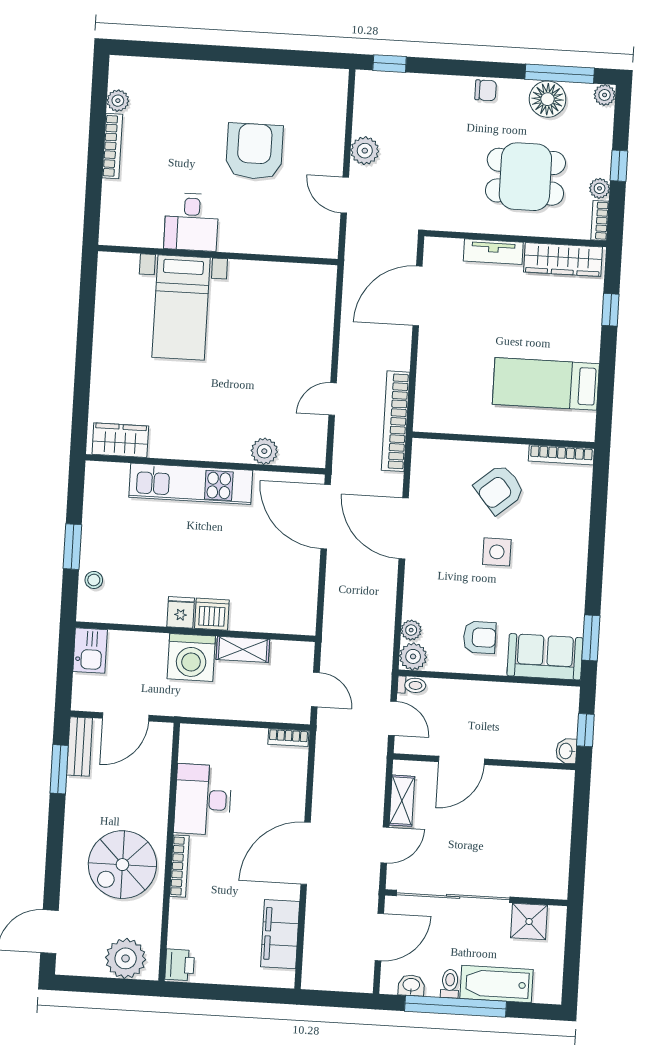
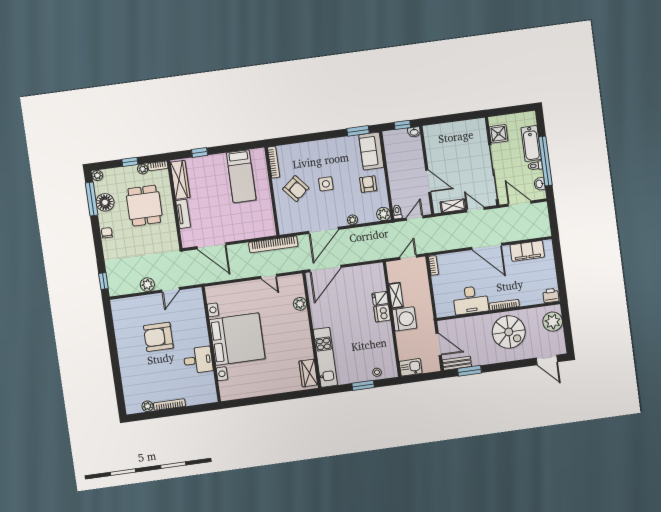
bed with nightstands: (181, 307) -> (237, 339), width x1.85
kitchen unit: (191, 484) -> (325, 357), moved
fridge: (181, 612) -> (380, 298), moved
plant: (411, 630) -> (353, 220), moved

